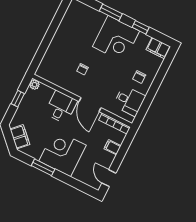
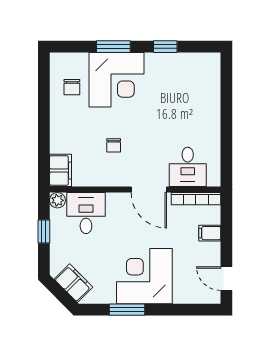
corner desk: (116, 39) -> (116, 80), moved
filing cabinet: (158, 48) -> (60, 170), moved, turned -90
chair: (139, 77) -> (72, 87), moved
desk: (129, 101) -> (188, 167), moved, turned 90
desk: (61, 107) -> (86, 213), moved

